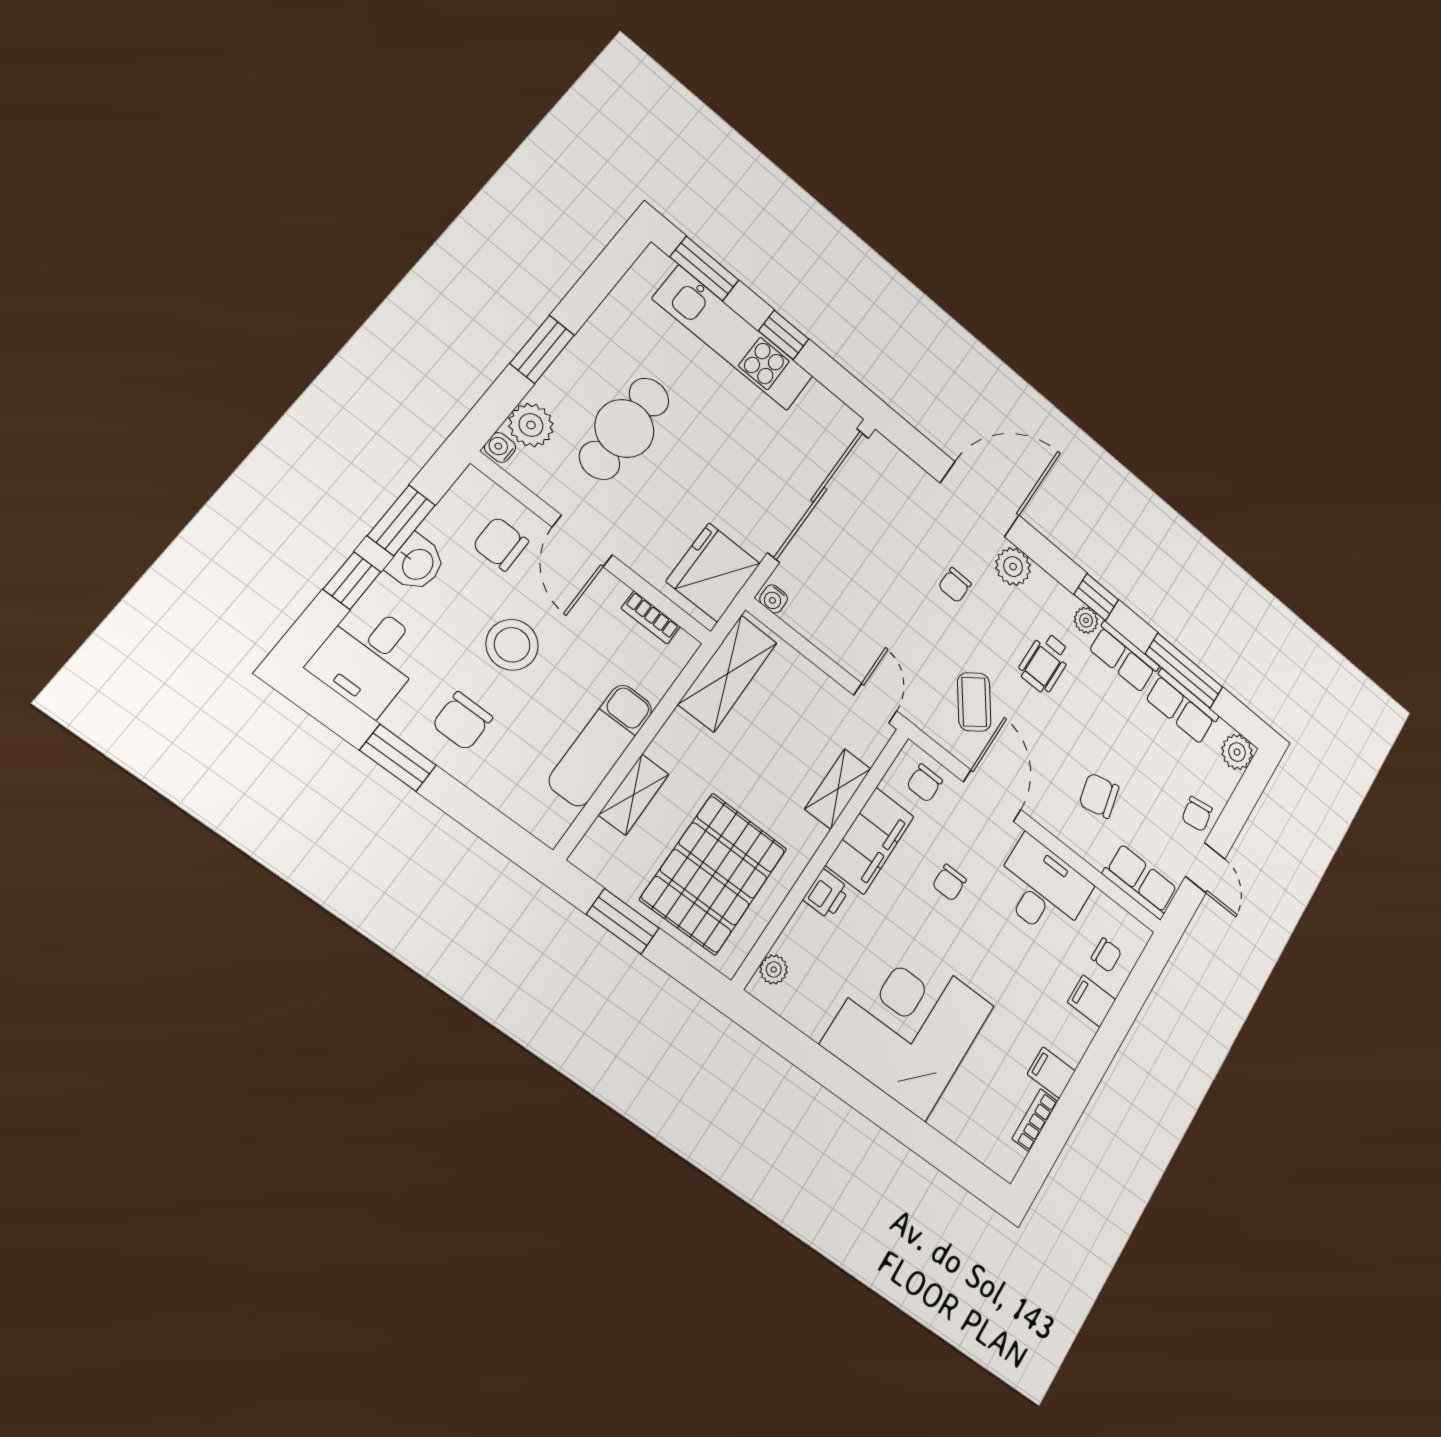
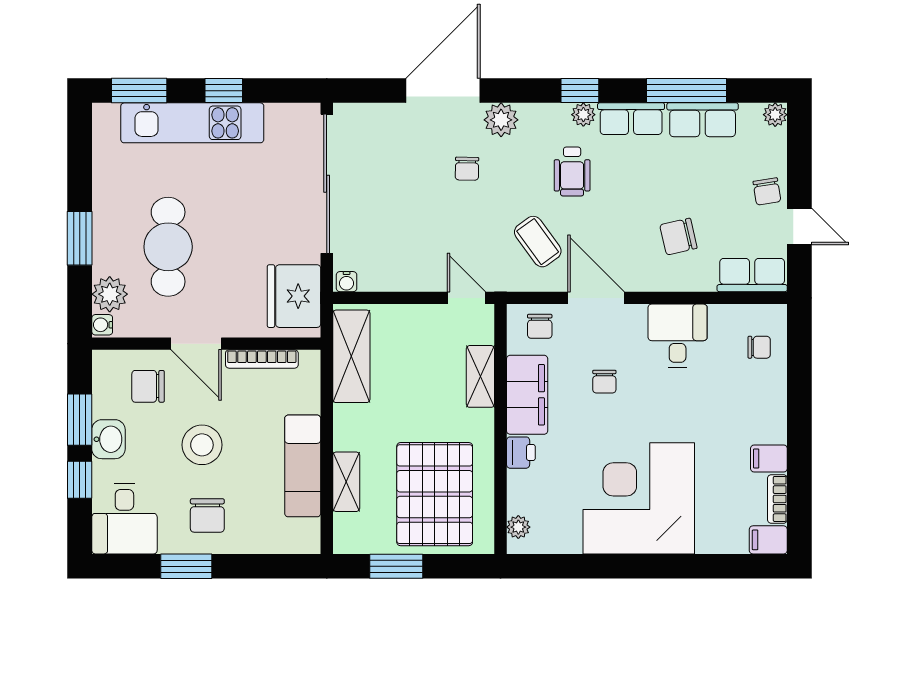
bookcase: (651, 618) -> (262, 359), width x1.56
plant: (1237, 752) -> (775, 115), width x0.73, depth x0.73
desk: (1042, 889) -> (678, 336), width x0.73
filing cabinet: (1092, 1001) -> (768, 540), moved

